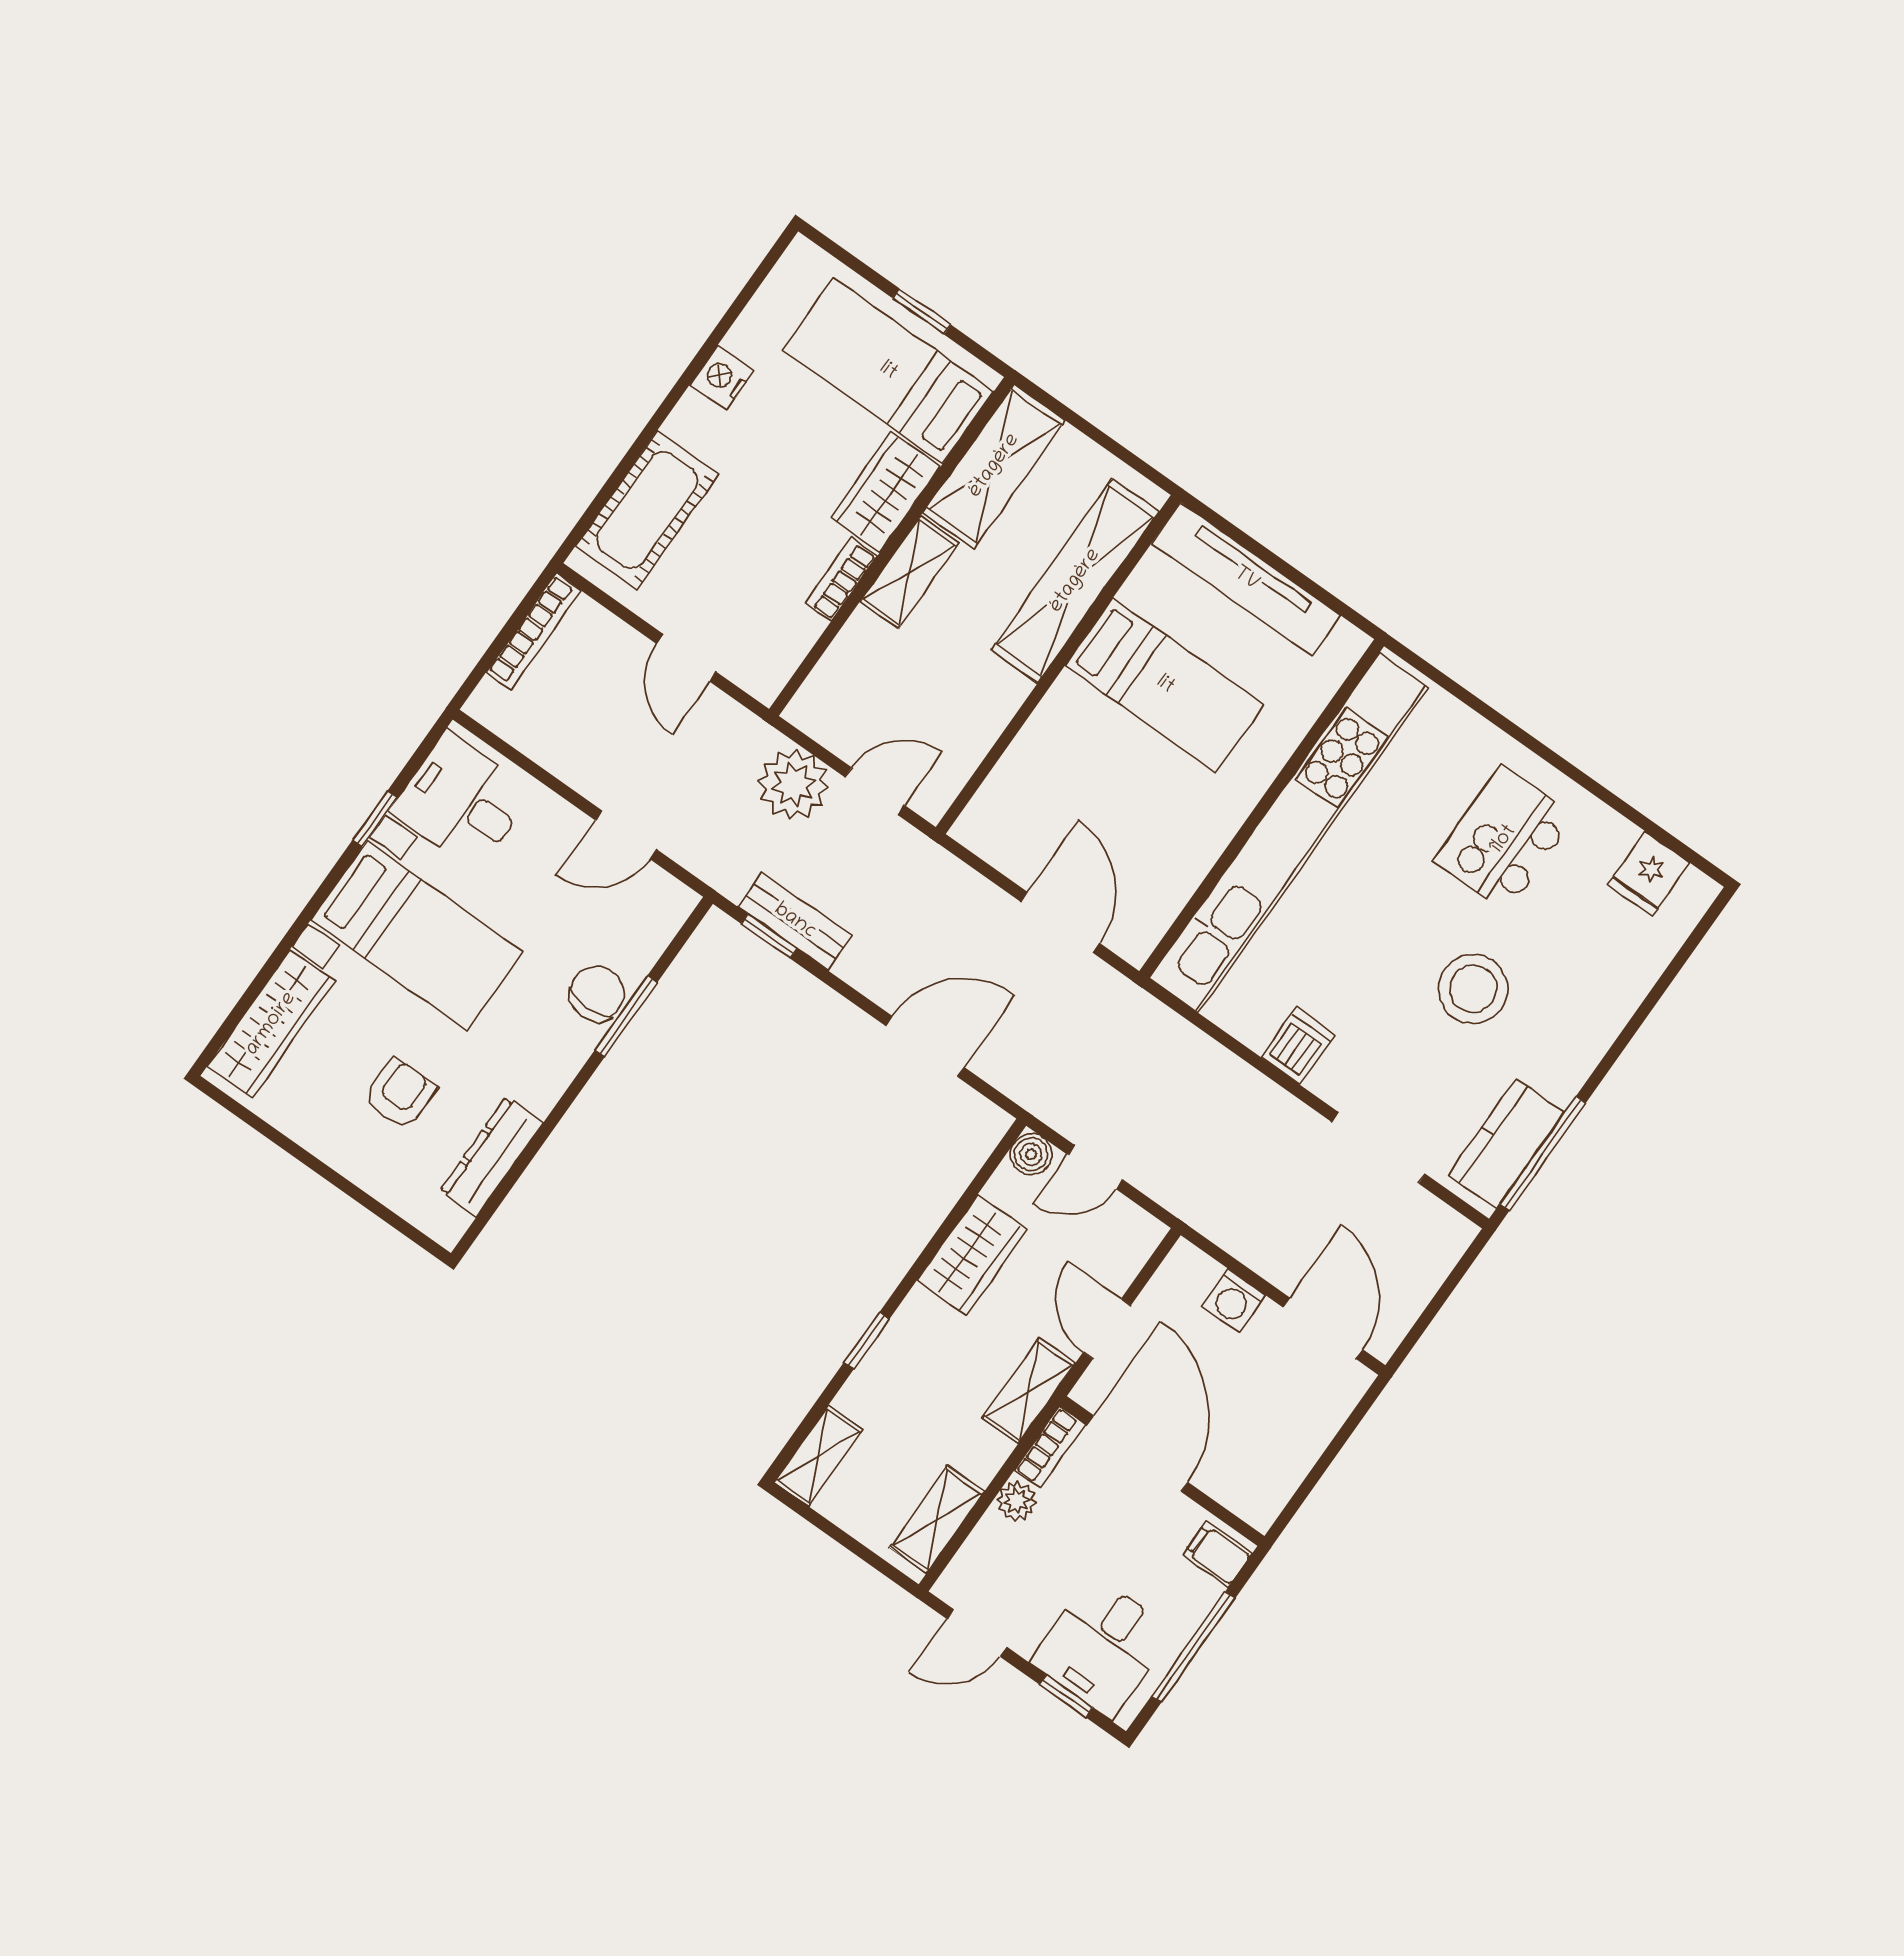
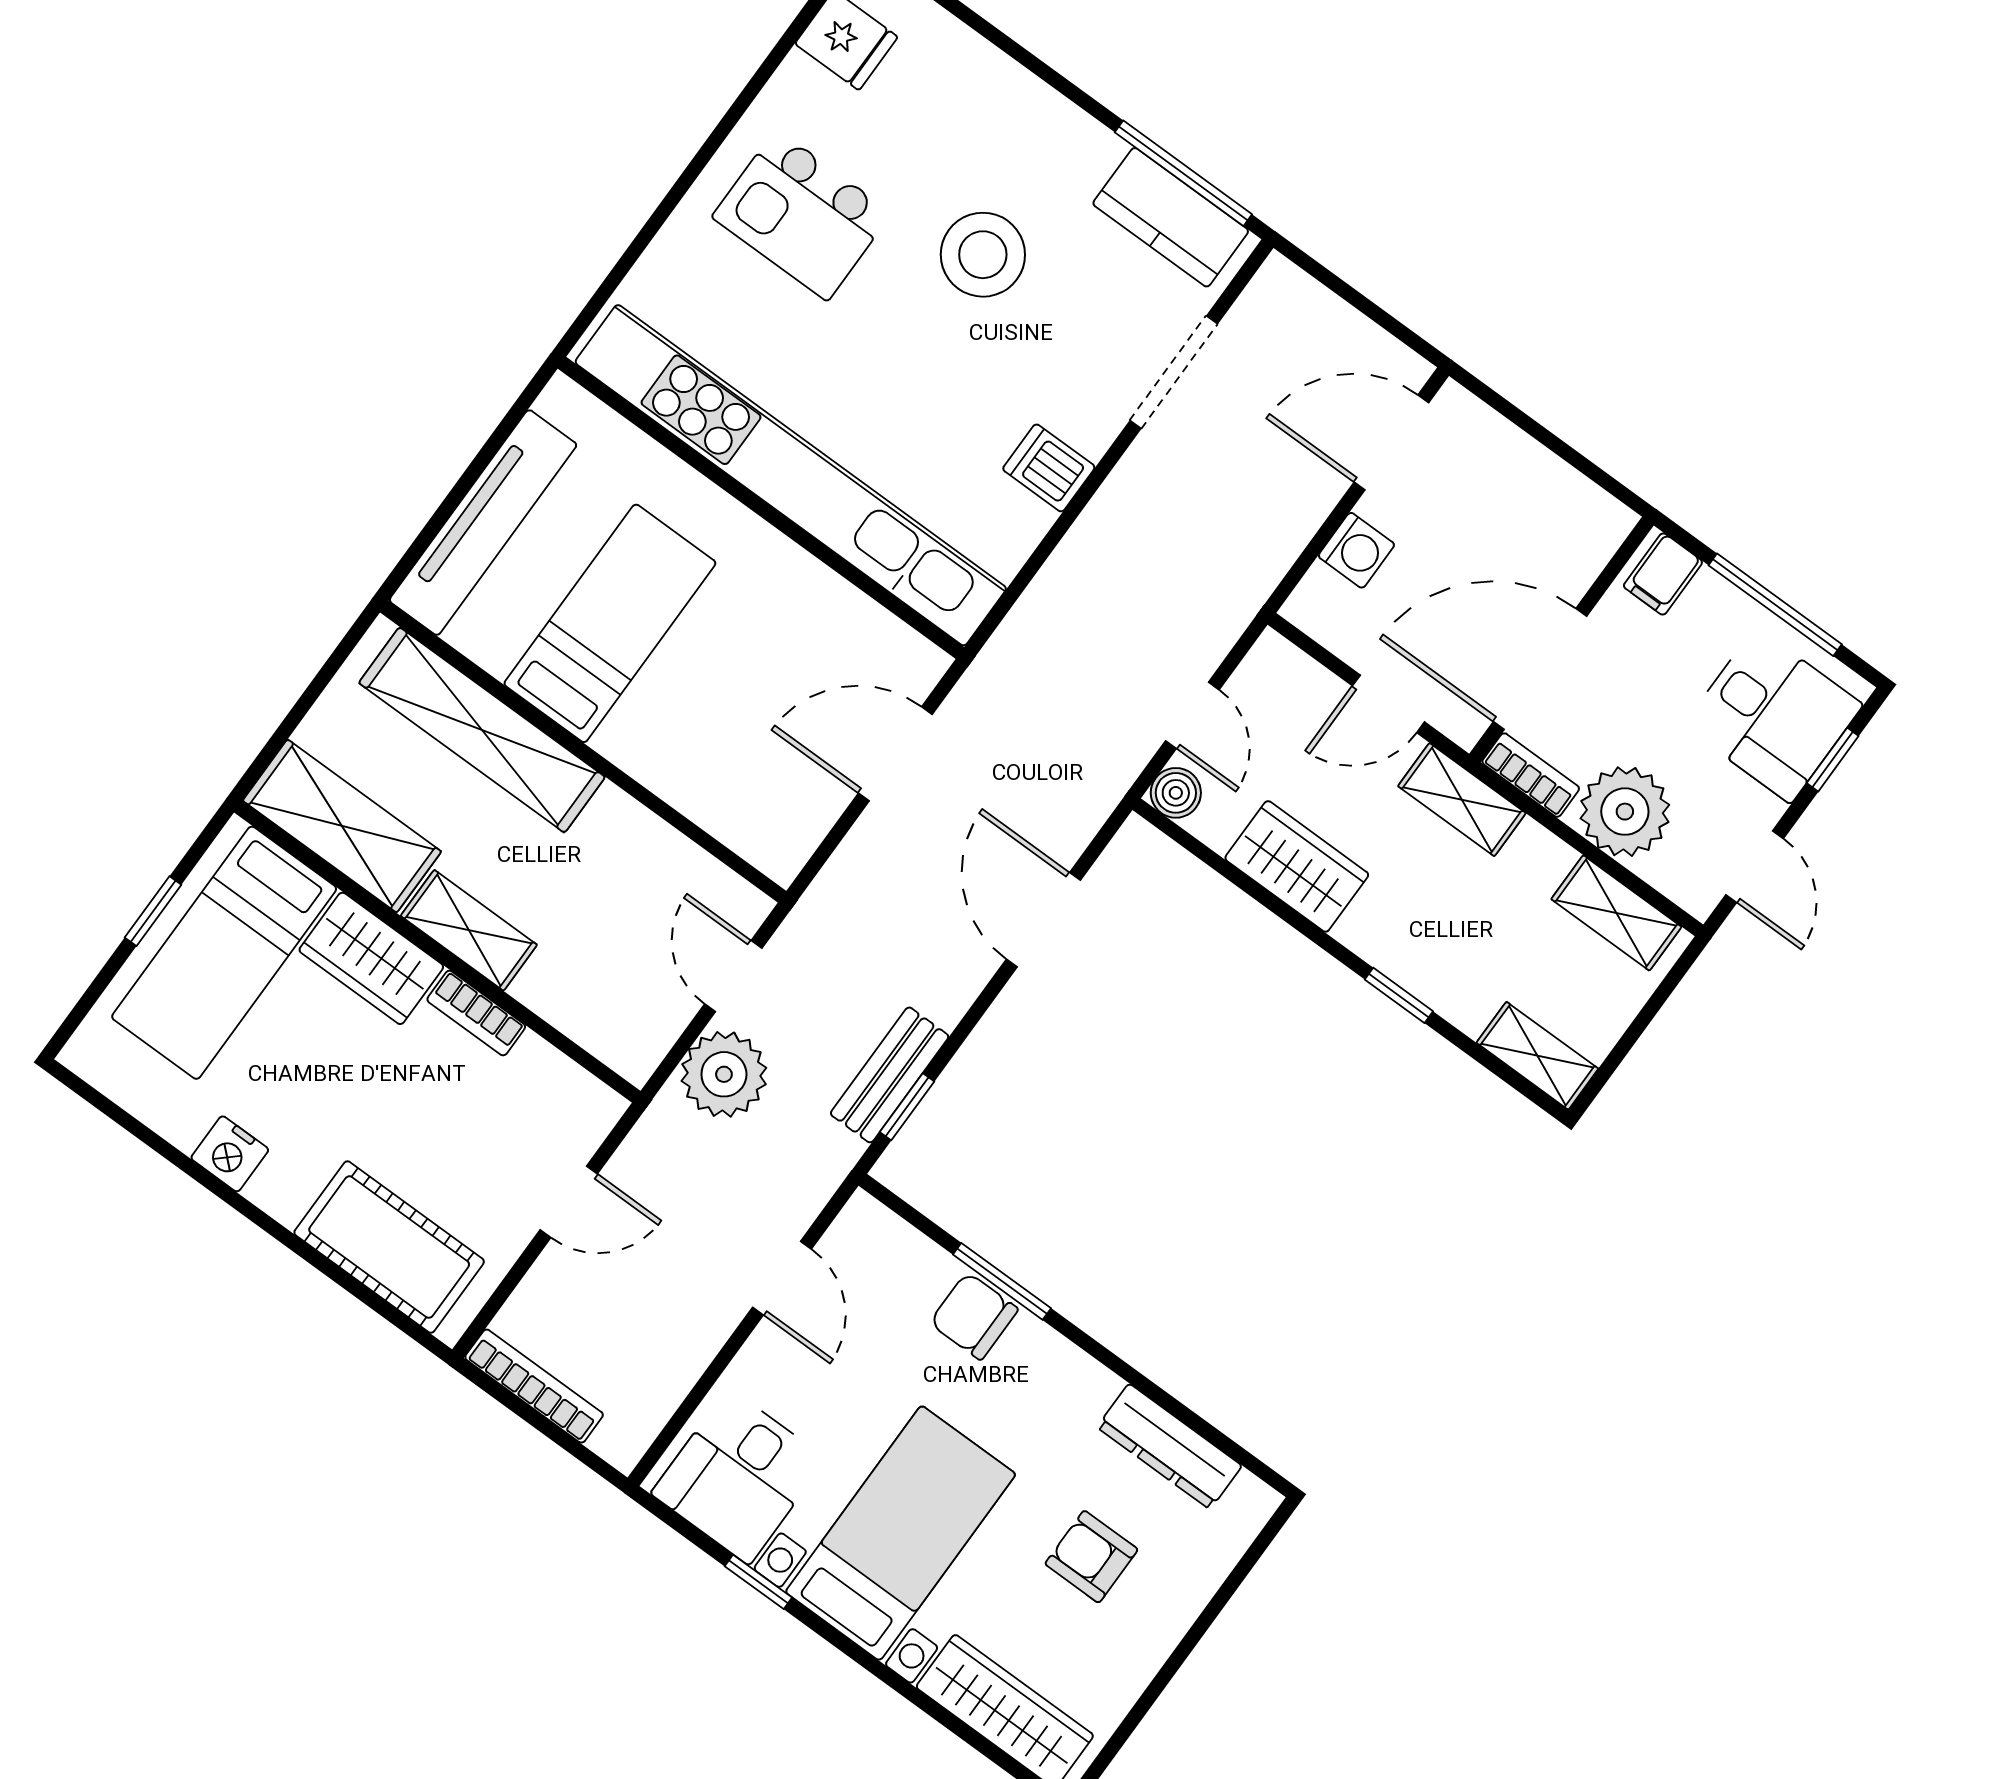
plant: (1017, 1501) -> (1625, 812), width x1.88, depth x1.88

